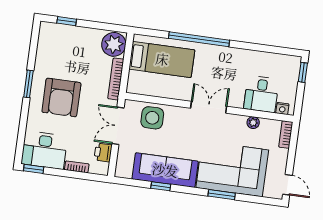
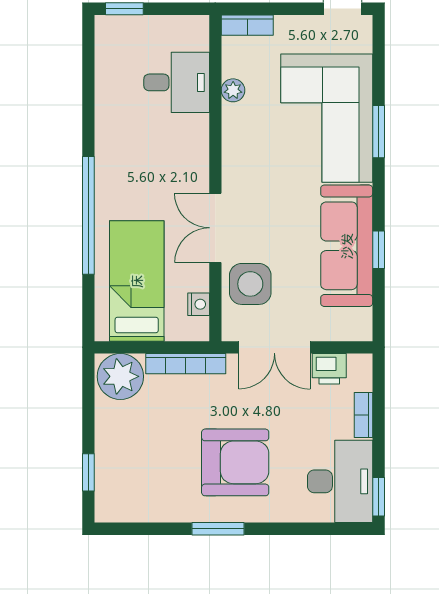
double door: (209, 107) -> (215, 228), moved
nightstand: (282, 108) -> (199, 304), moved

